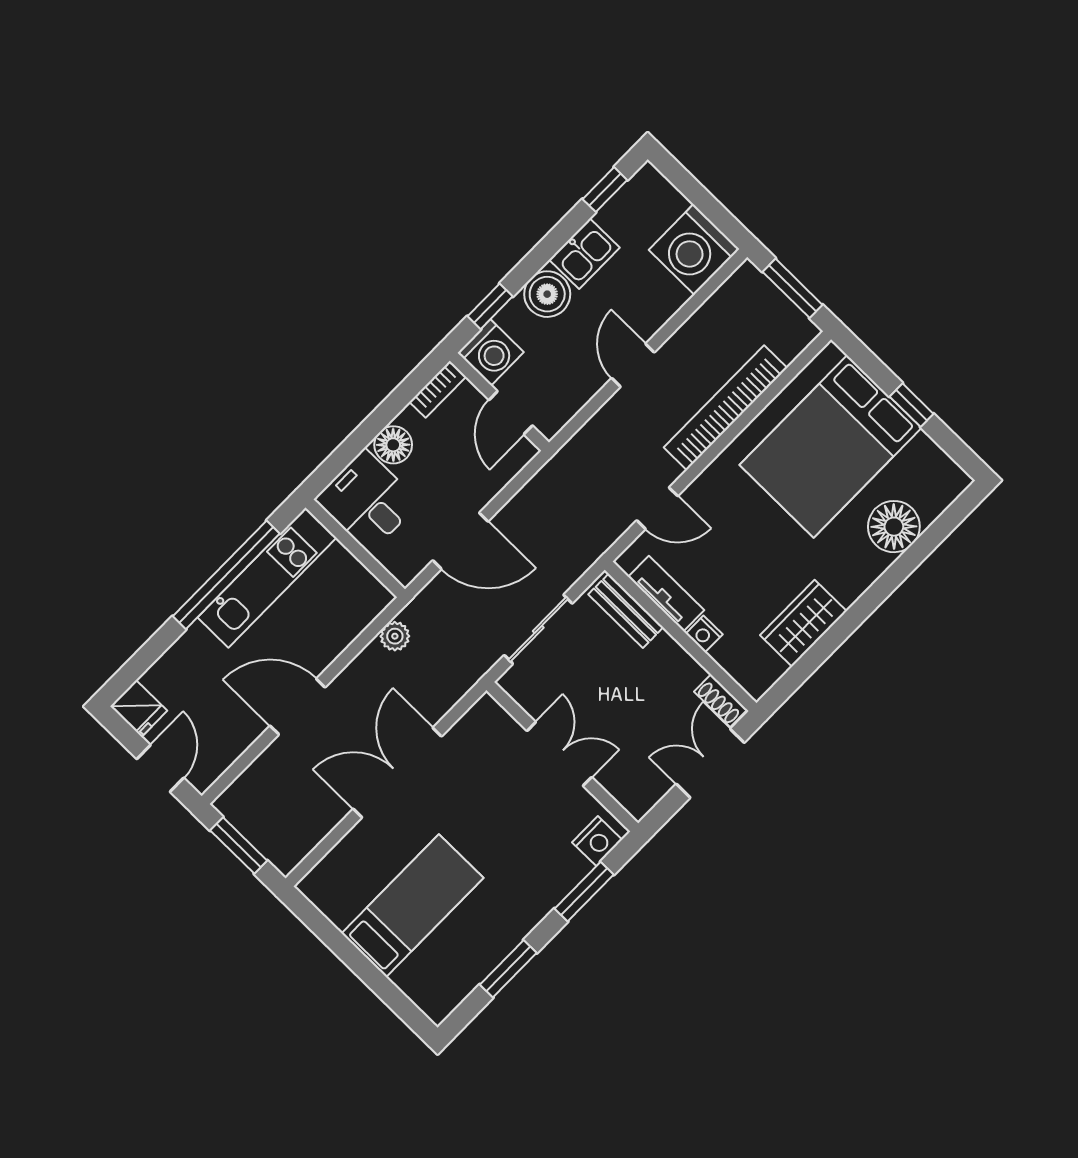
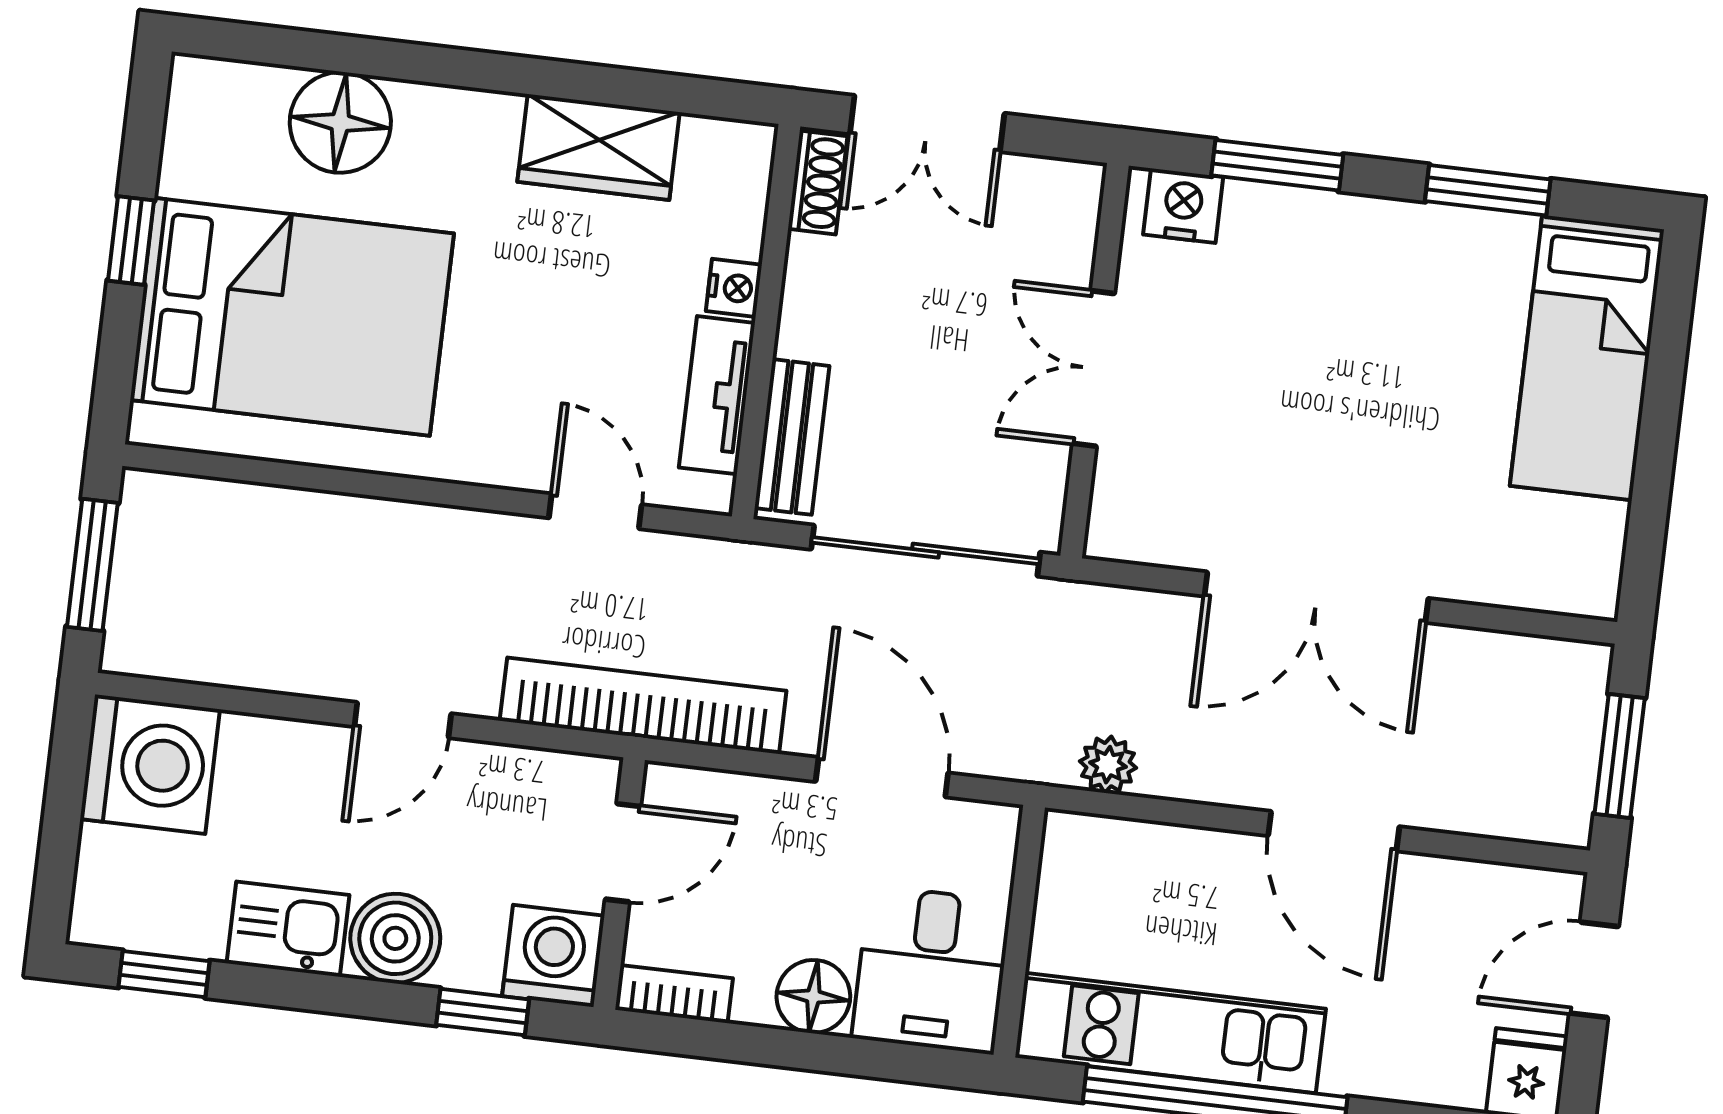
bookcase: (725, 408) -> (643, 706), moved, turned 180
sliding door: (538, 629) -> (926, 551), width x1.37
bed: (412, 906) -> (1587, 358), moved, turned -90

